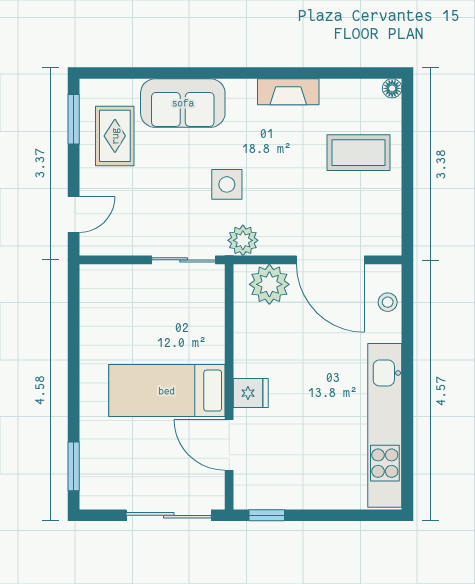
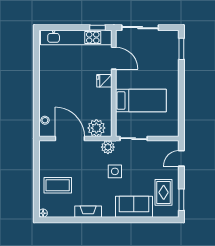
bed: (167, 391) -> (141, 101), moved
kitchen unit: (385, 425) -> (76, 37), moved, turned 90

